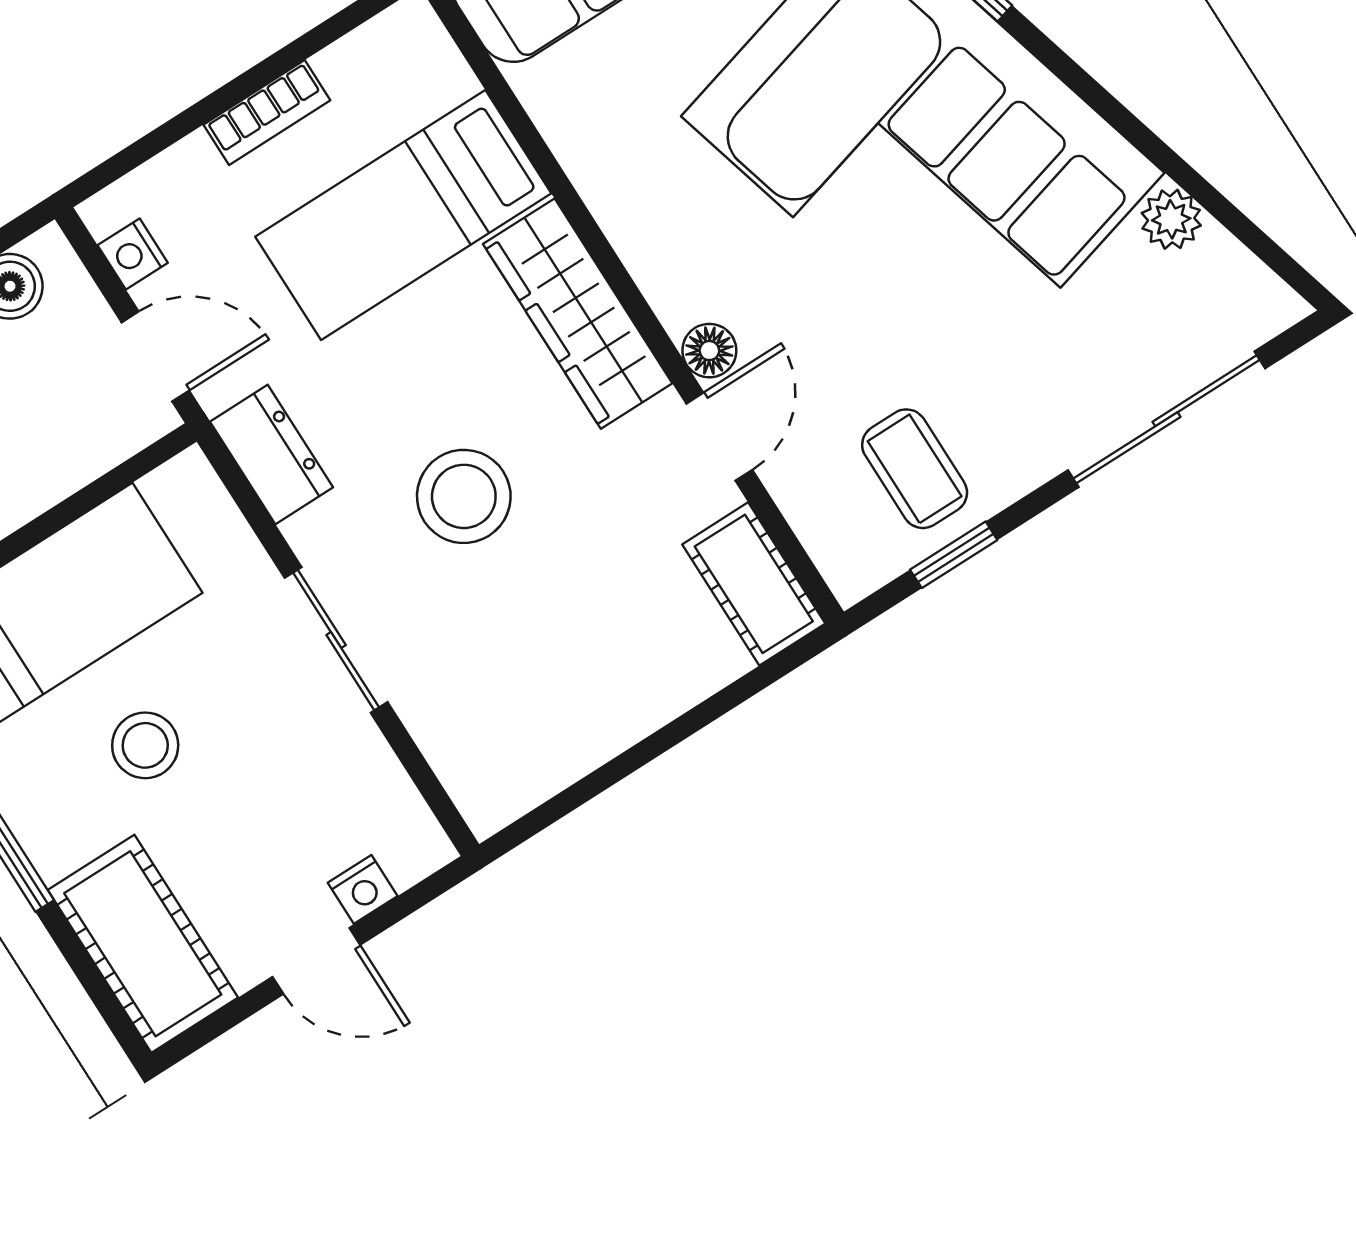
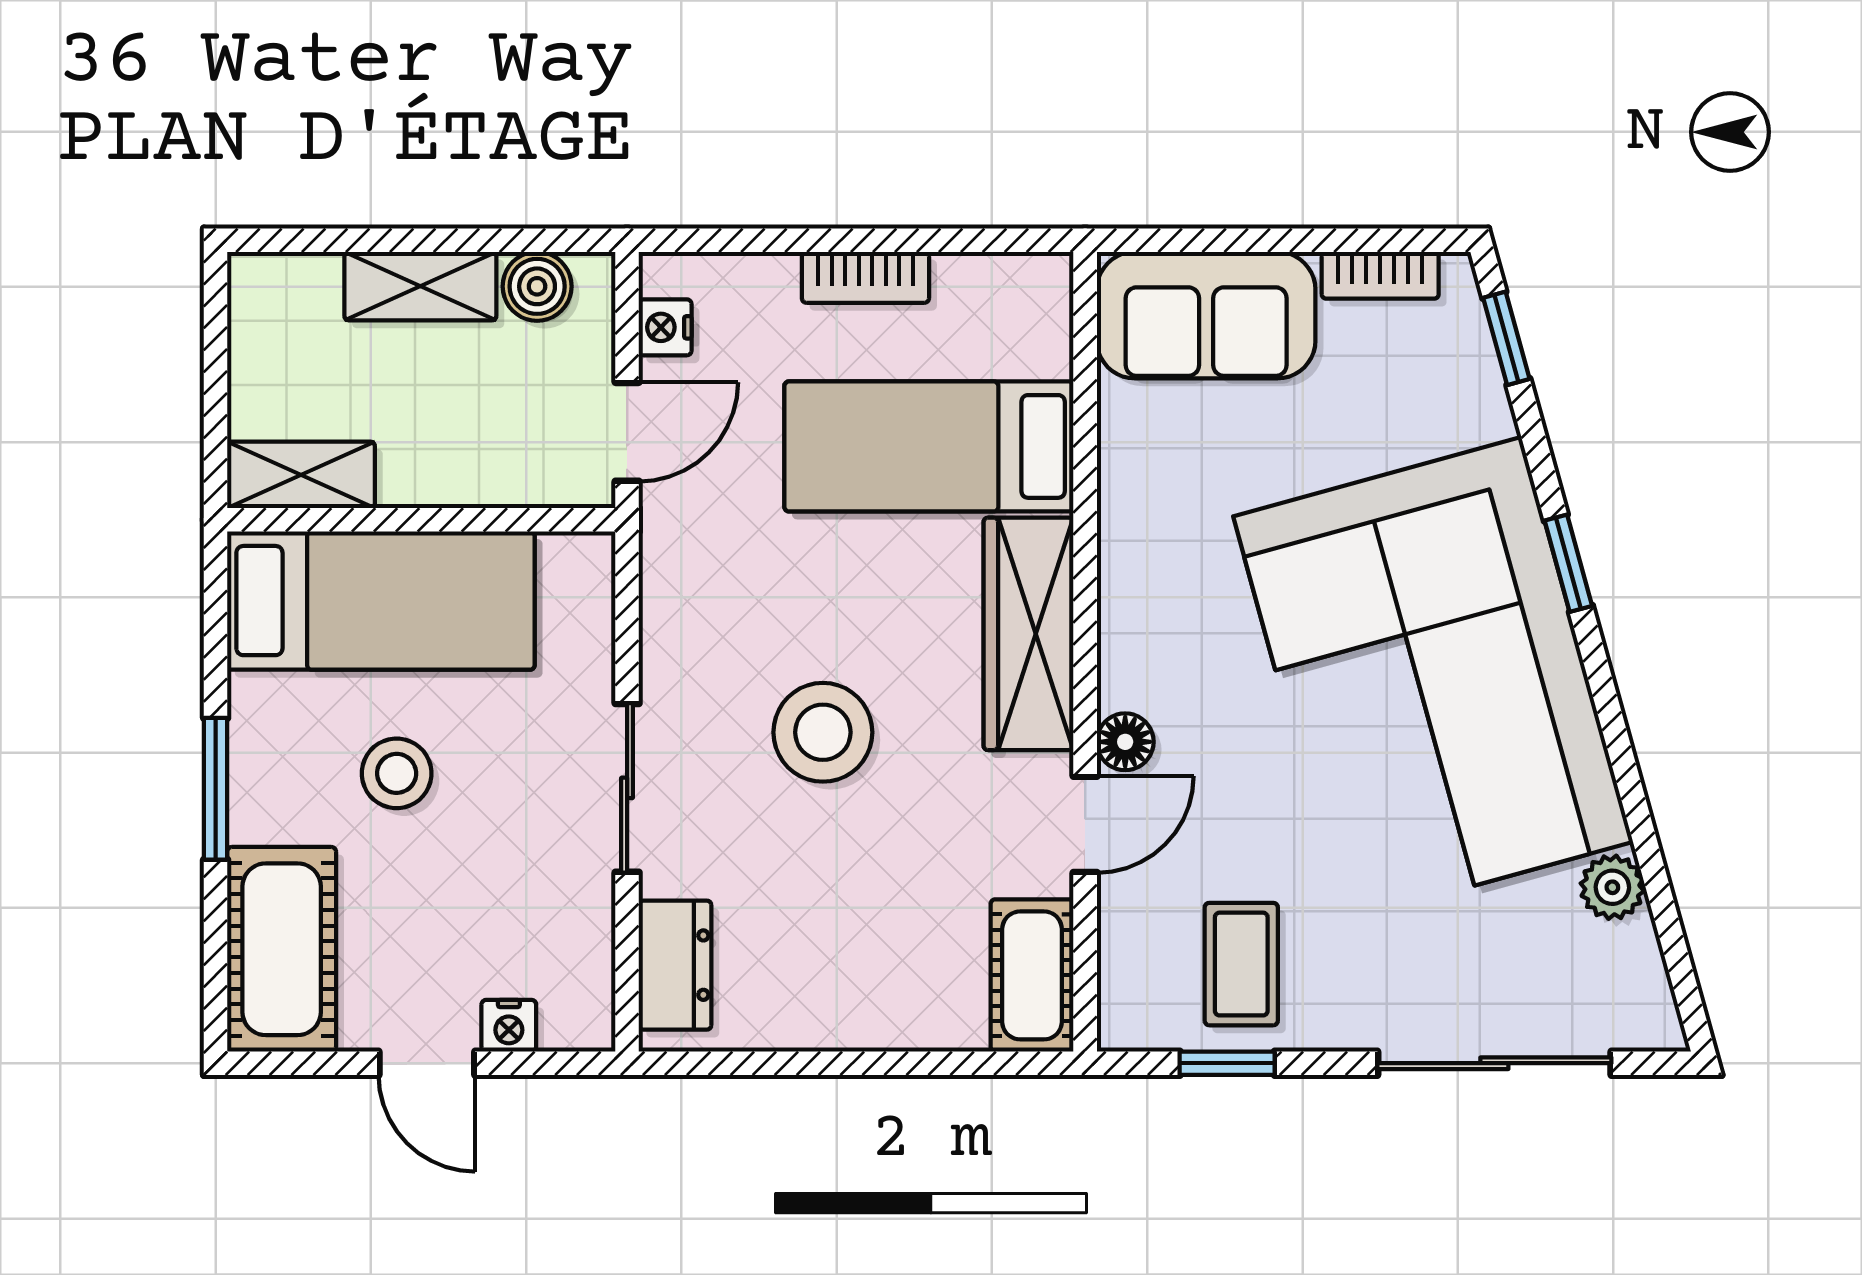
door: (155, 356) -> (627, 432), hinge flipped
dresser: (272, 455) -> (675, 965), moved

